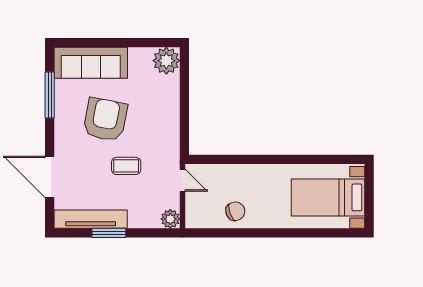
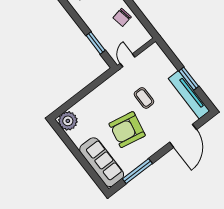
window: (230, 159) -> (96, 43), added
chair: (235, 211) -> (122, 17), turned -80
plant: (170, 219) -> (154, 50), removed

